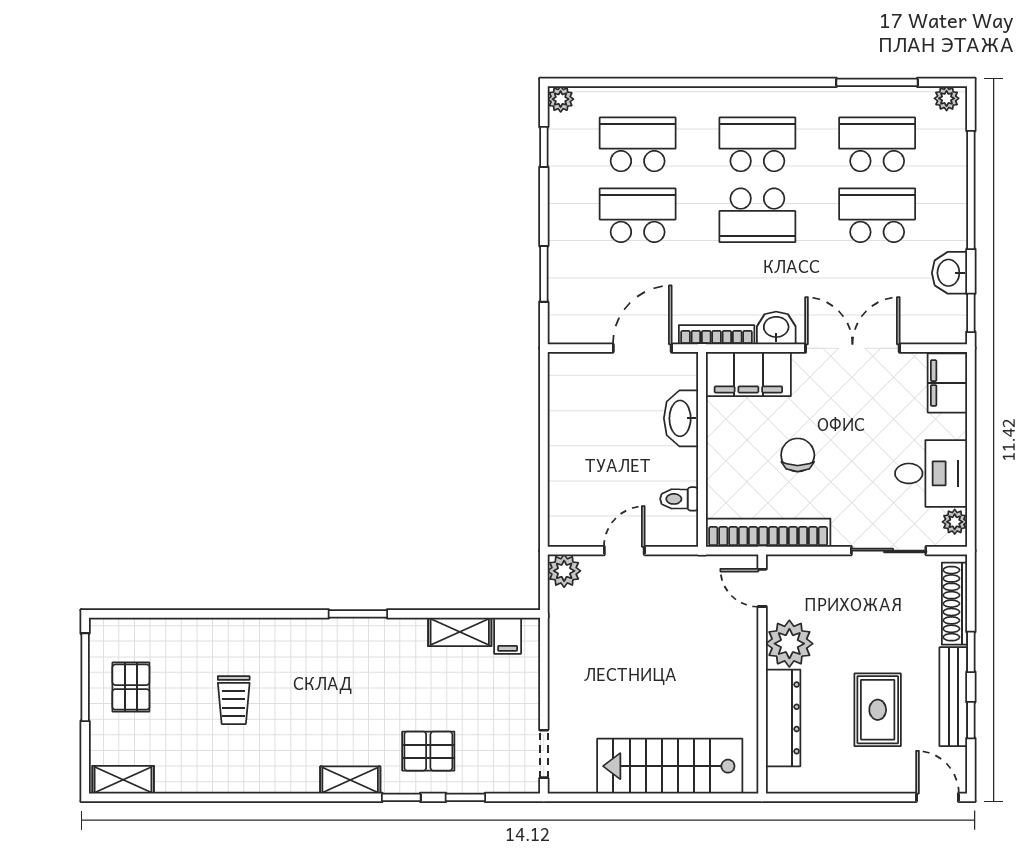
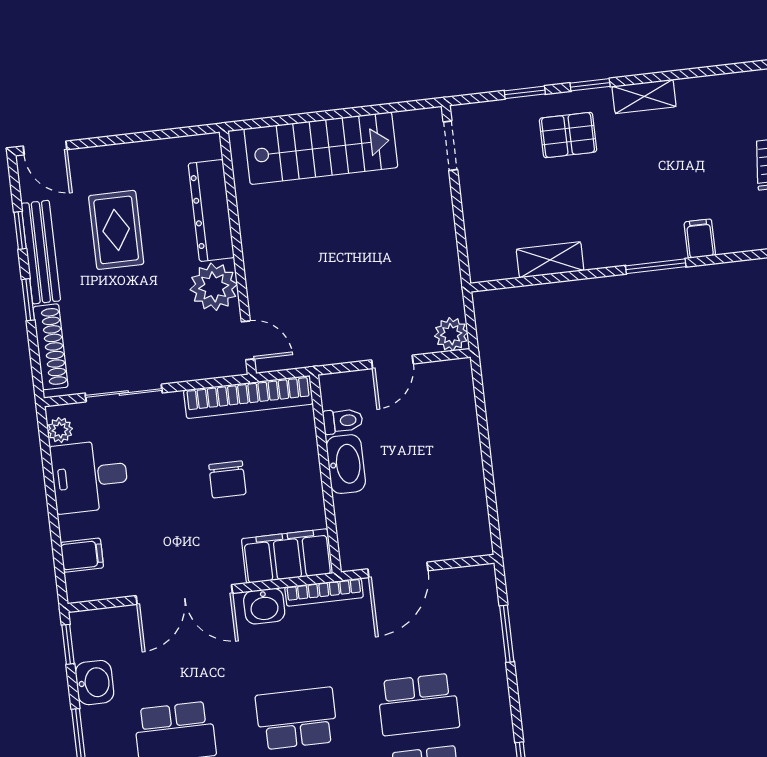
filing cabinet: (947, 383) -> (82, 555), width x0.50
washbasin: (681, 418) -> (346, 464), moved
filing cabinet: (508, 636) -> (700, 239), moved

